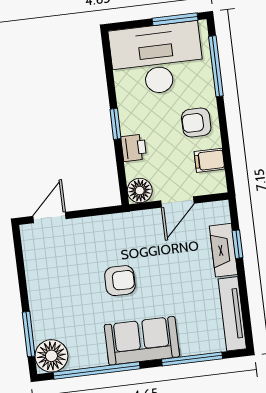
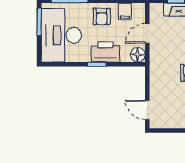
printer: (134, 148) -> (105, 52), width x1.87, depth x1.48
door: (177, 202) -> (147, 33), swing flipped

